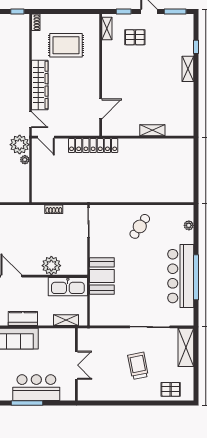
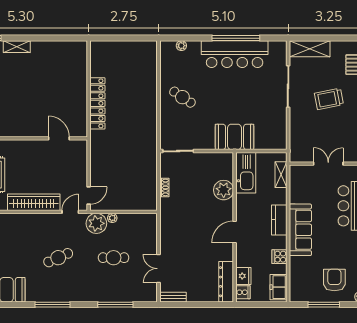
shelving: (152, 130) -> (81, 84), removed
locker: (93, 146) -> (97, 103), moved

